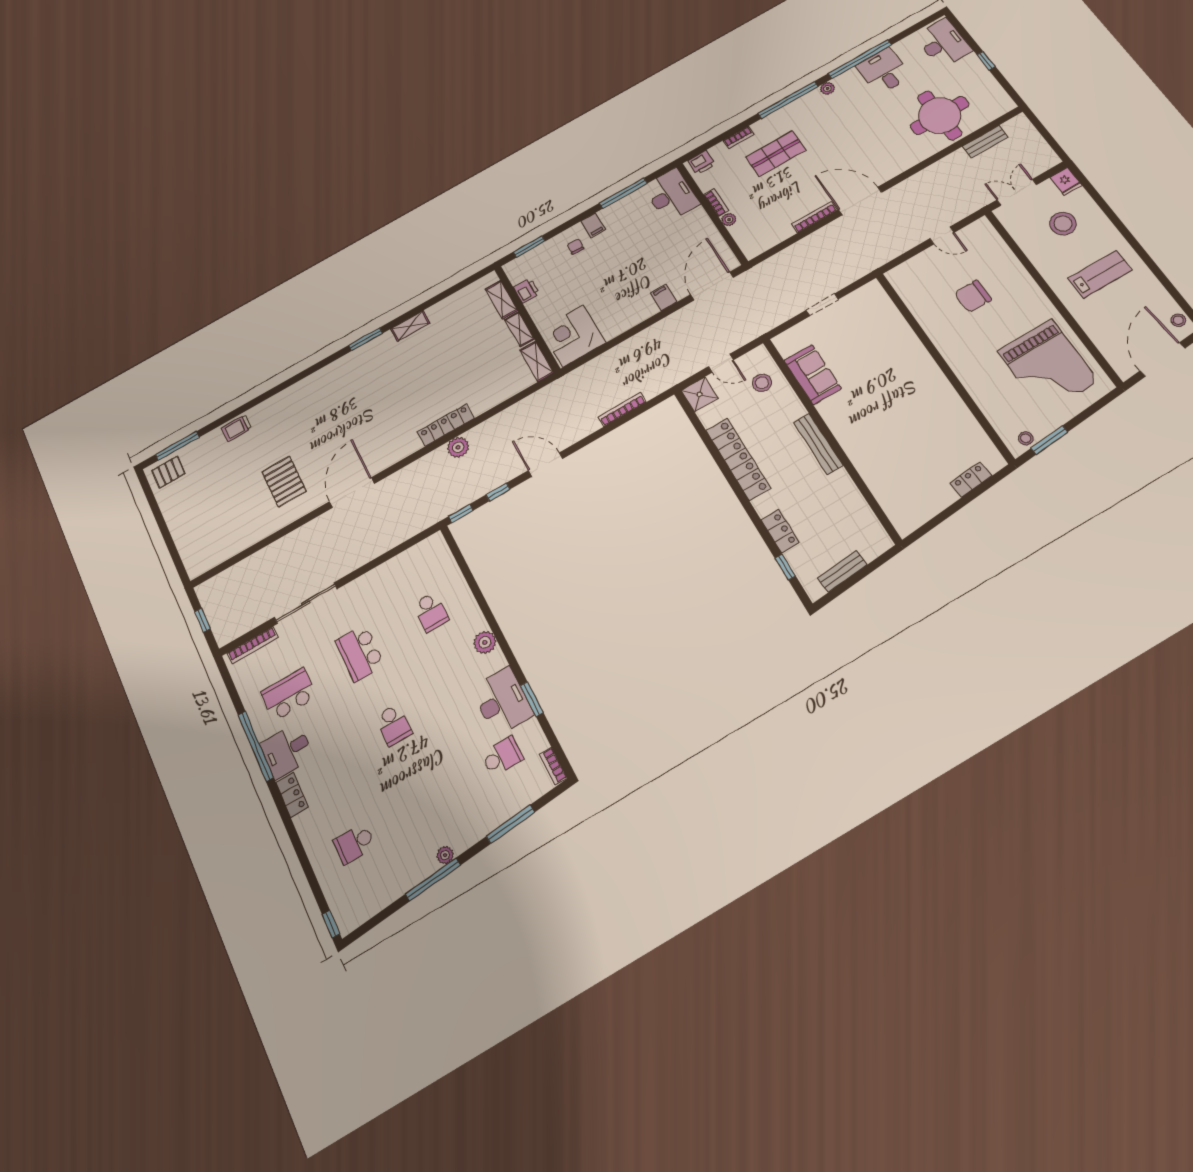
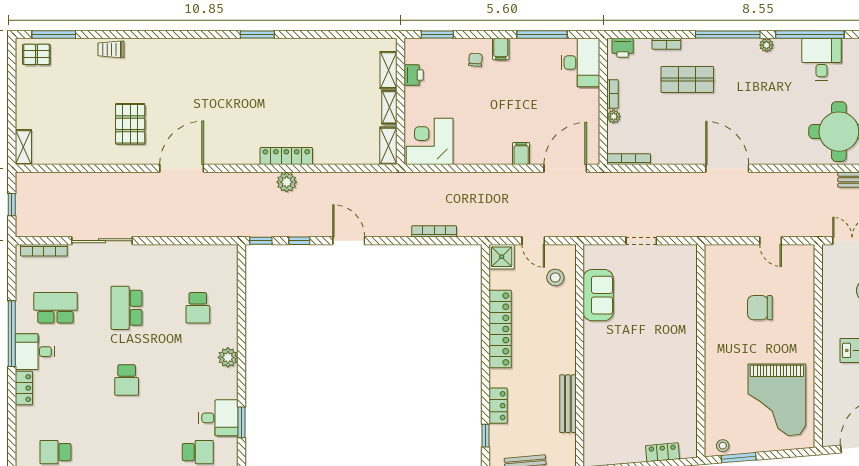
bookcase: (814, 217) -> (629, 159), moved
shelving: (410, 326) -> (23, 147), moved, turned 90
bench: (818, 444) -> (568, 404), moved
desk: (502, 702) -> (218, 418), width x0.73

